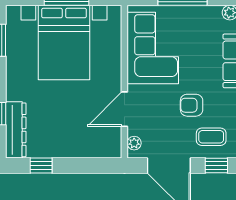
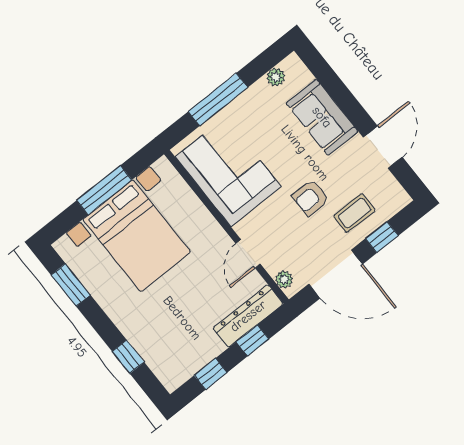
door: (124, 109) -> (248, 254), width x0.73
dresser: (16, 130) -> (248, 316), moved, turned -90
window: (84, 165) -> (252, 340), added

